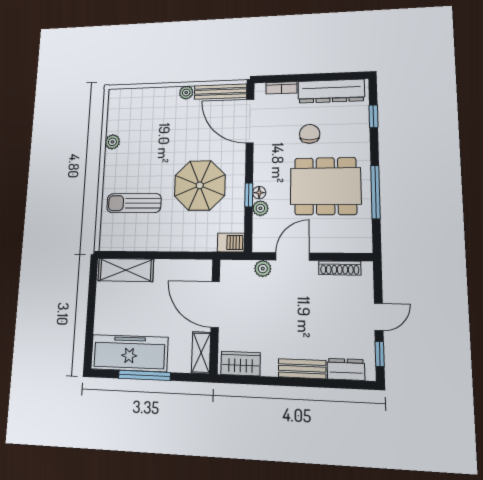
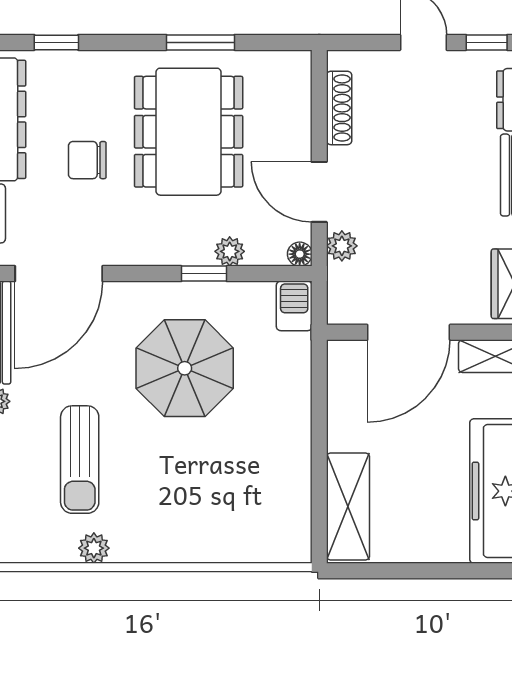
window: (375, 192) -> (200, 42), width x0.69
floor lamp: (259, 193) -> (300, 254), moved
sun lounger: (134, 203) -> (80, 460), moved

